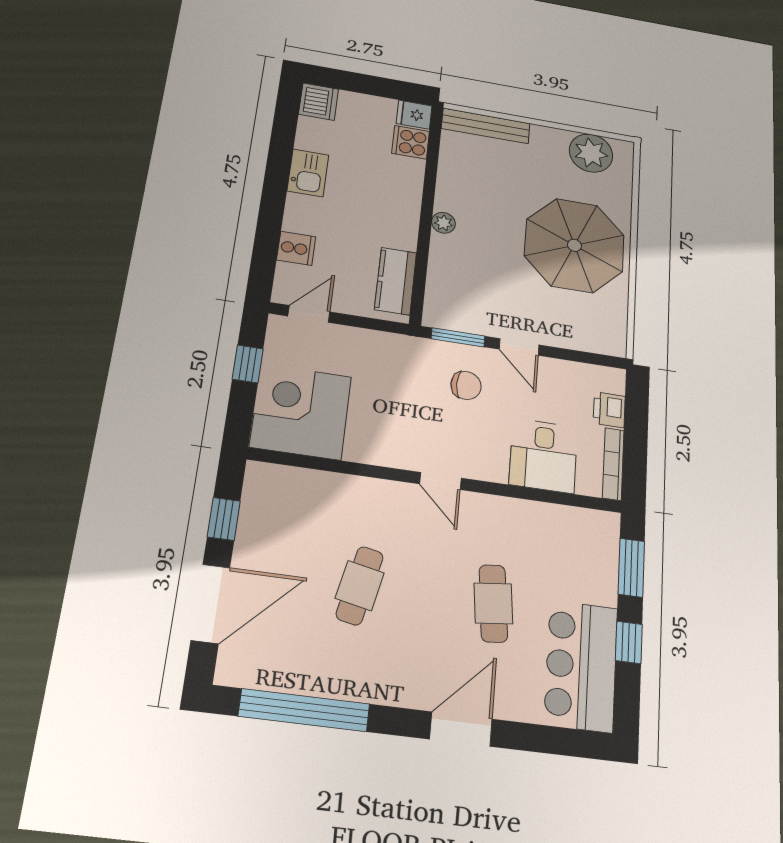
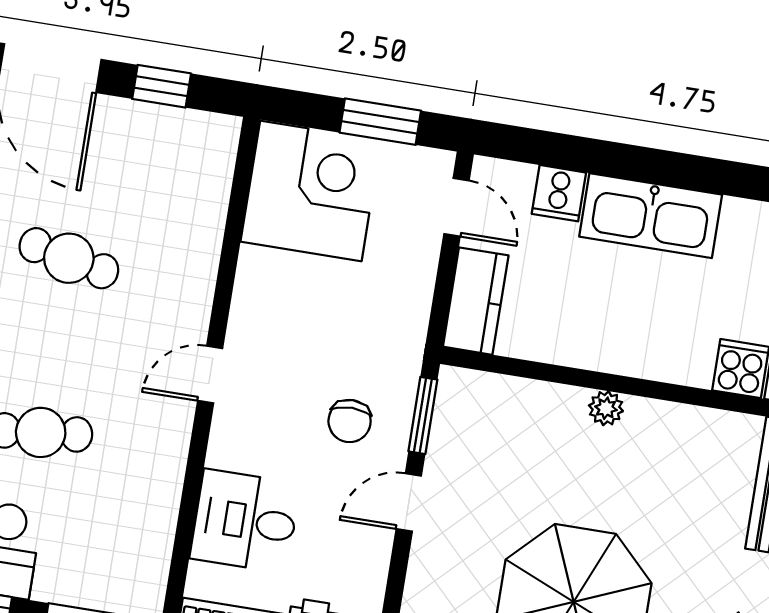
kitchen sink: (308, 173) -> (651, 216), width x1.88, depth x1.24
kitchen counter: (396, 281) -> (476, 301), moved, turned 90
window: (248, 364) -> (380, 122), width x1.50

